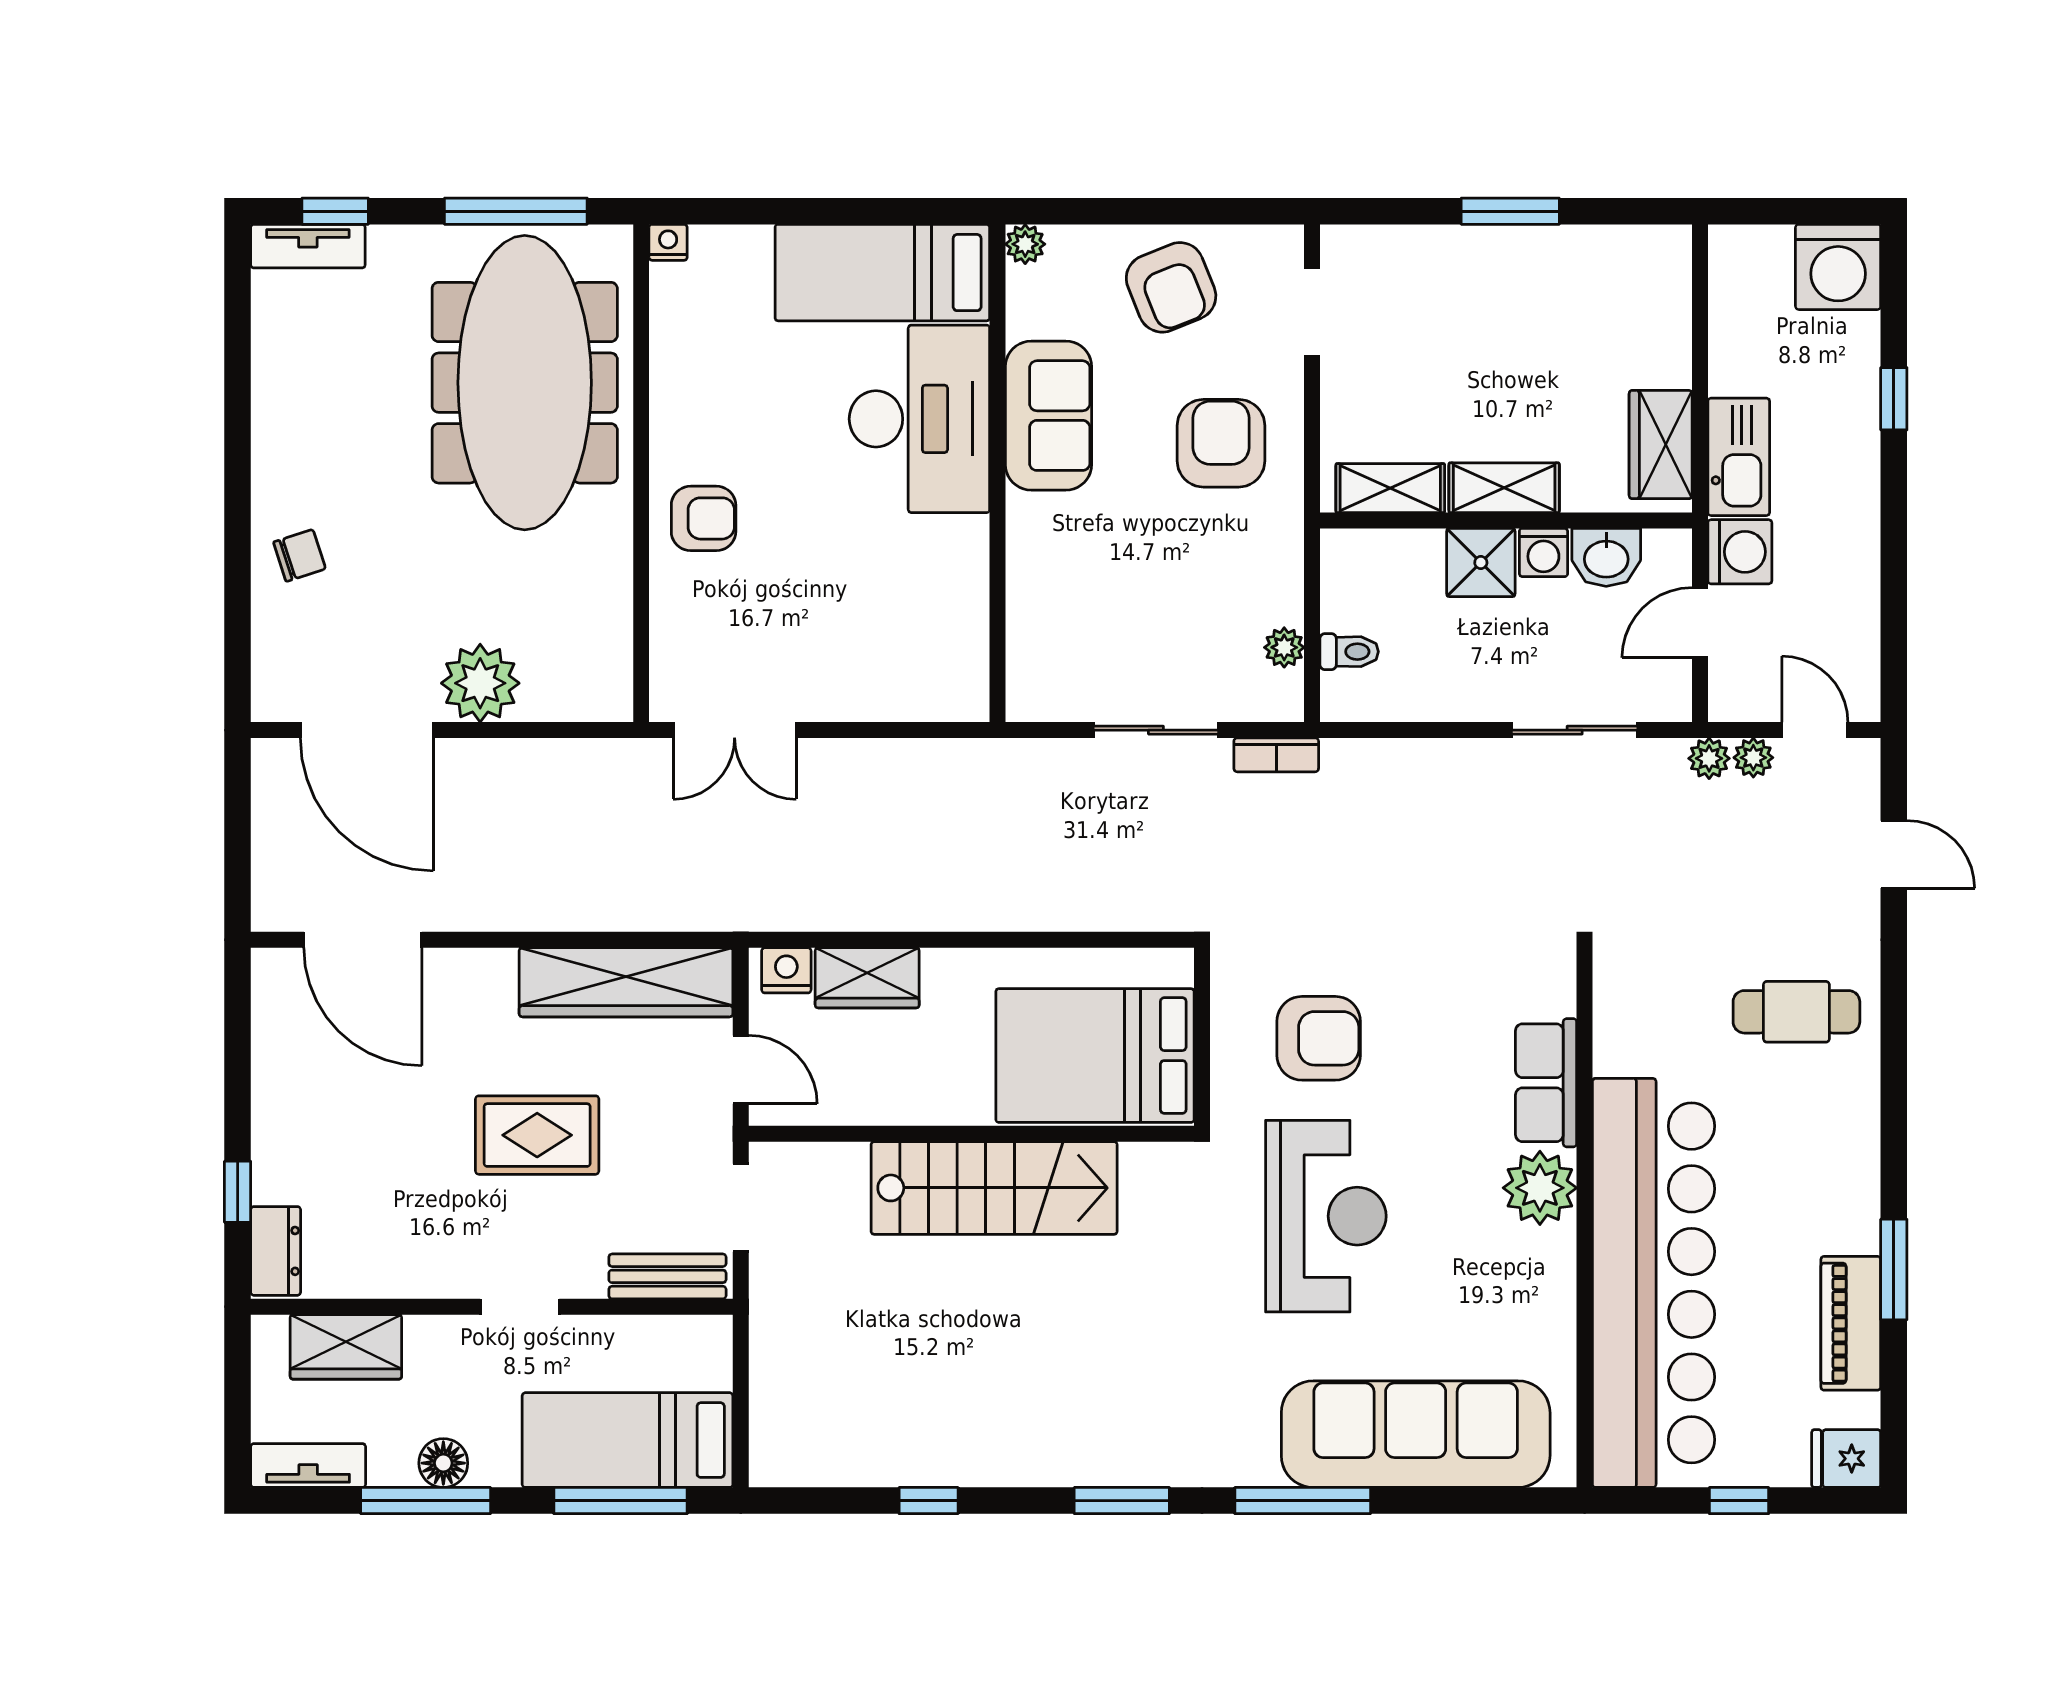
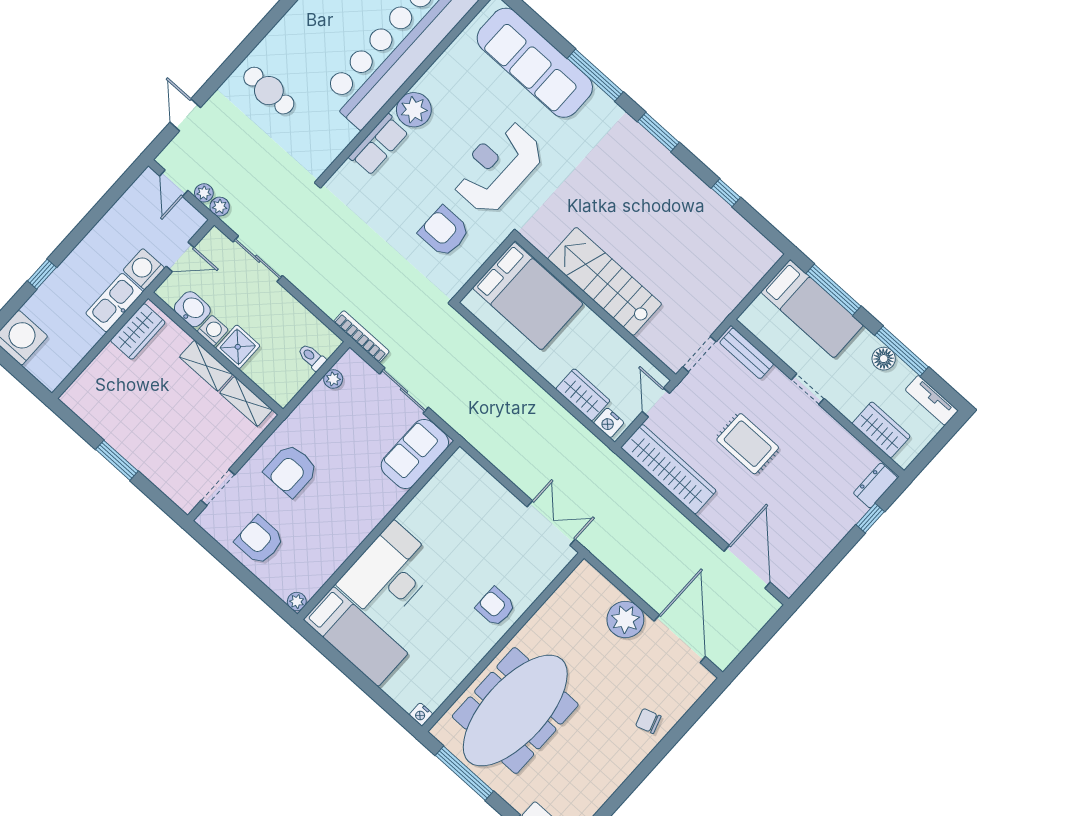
armchair: (1171, 287) -> (259, 540), turned -68
sofa: (1049, 416) -> (415, 454), moved
bookcase: (1276, 755) -> (361, 337), width x1.56

